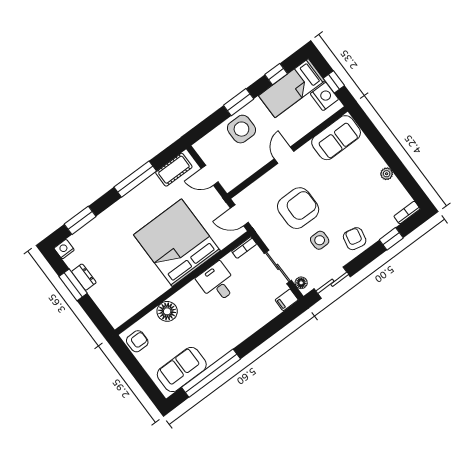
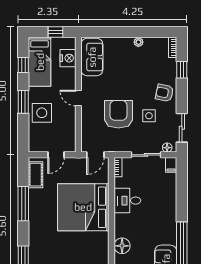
nightstand: (324, 96) -> (68, 58), moved, turned 90

